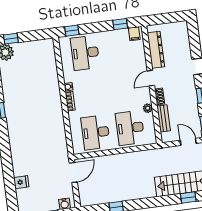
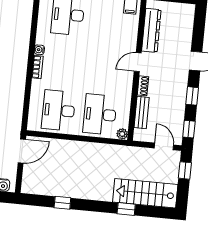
plant: (148, 108) -> (122, 134), moved
window: (188, 198) -> (126, 209), moved

